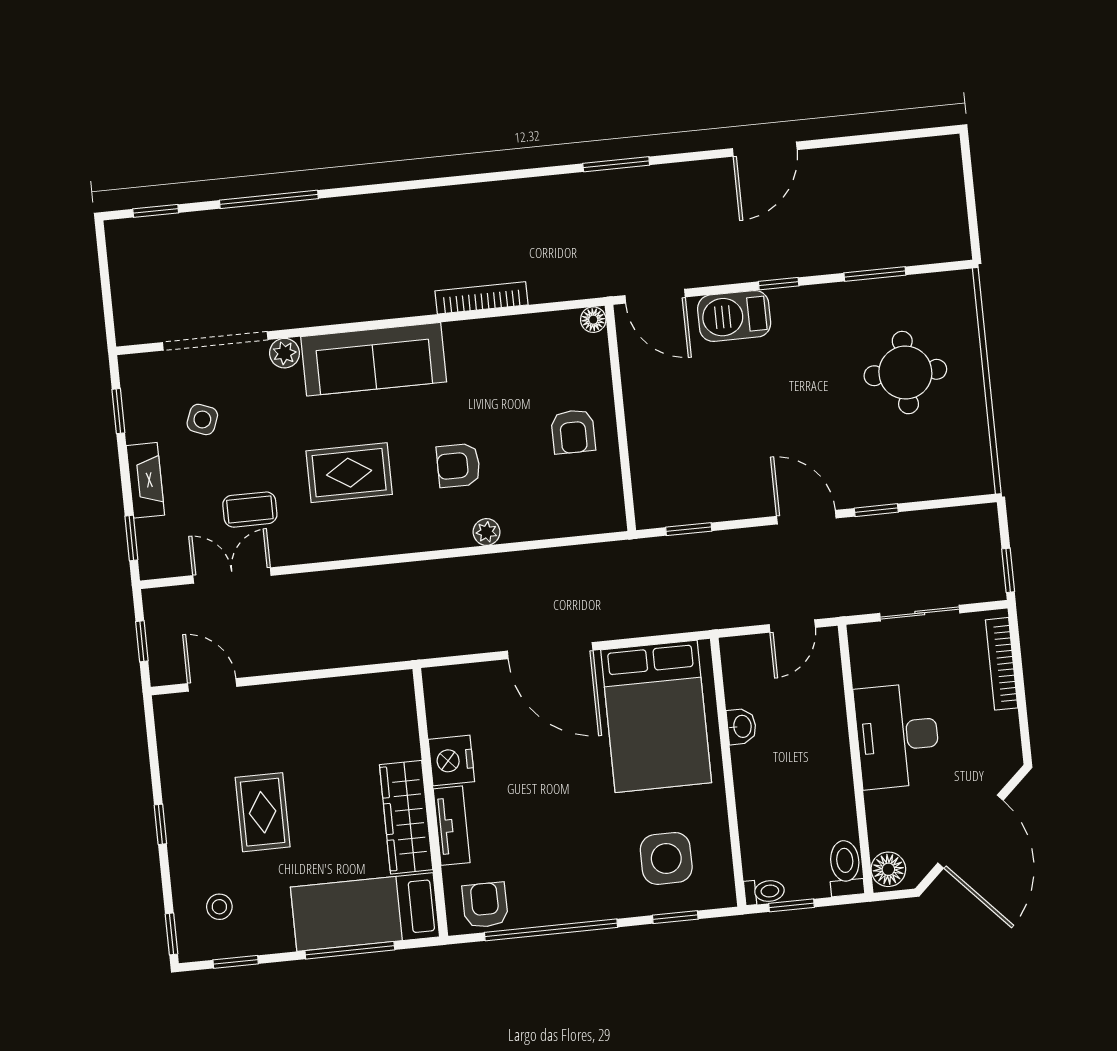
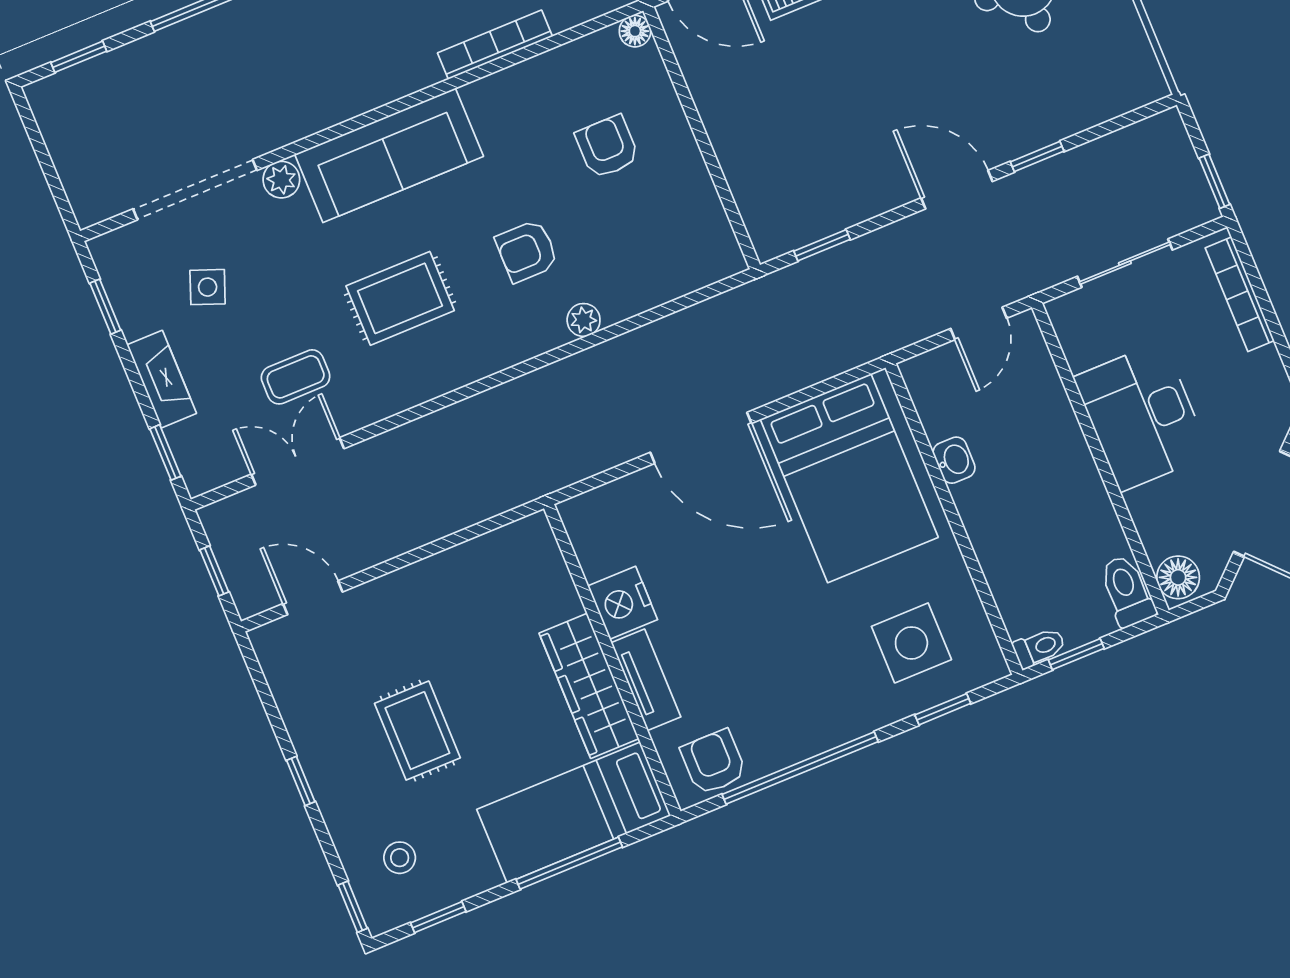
armchair: (573, 432) -> (607, 147), moved, turned 180

